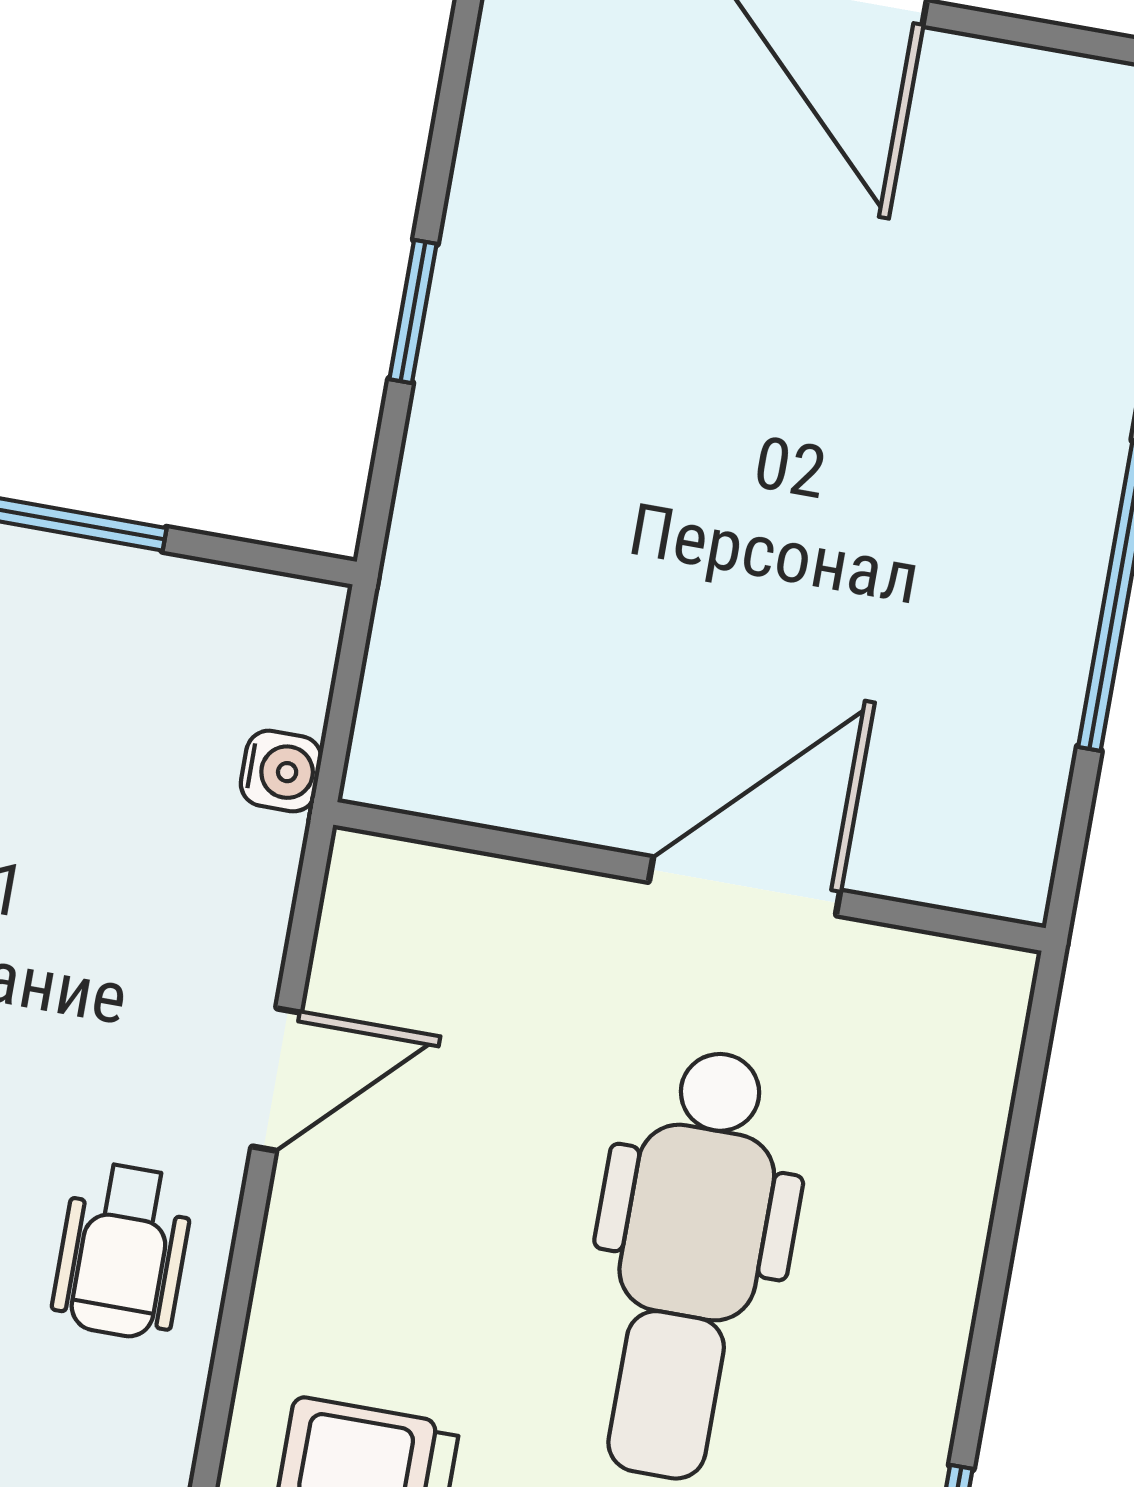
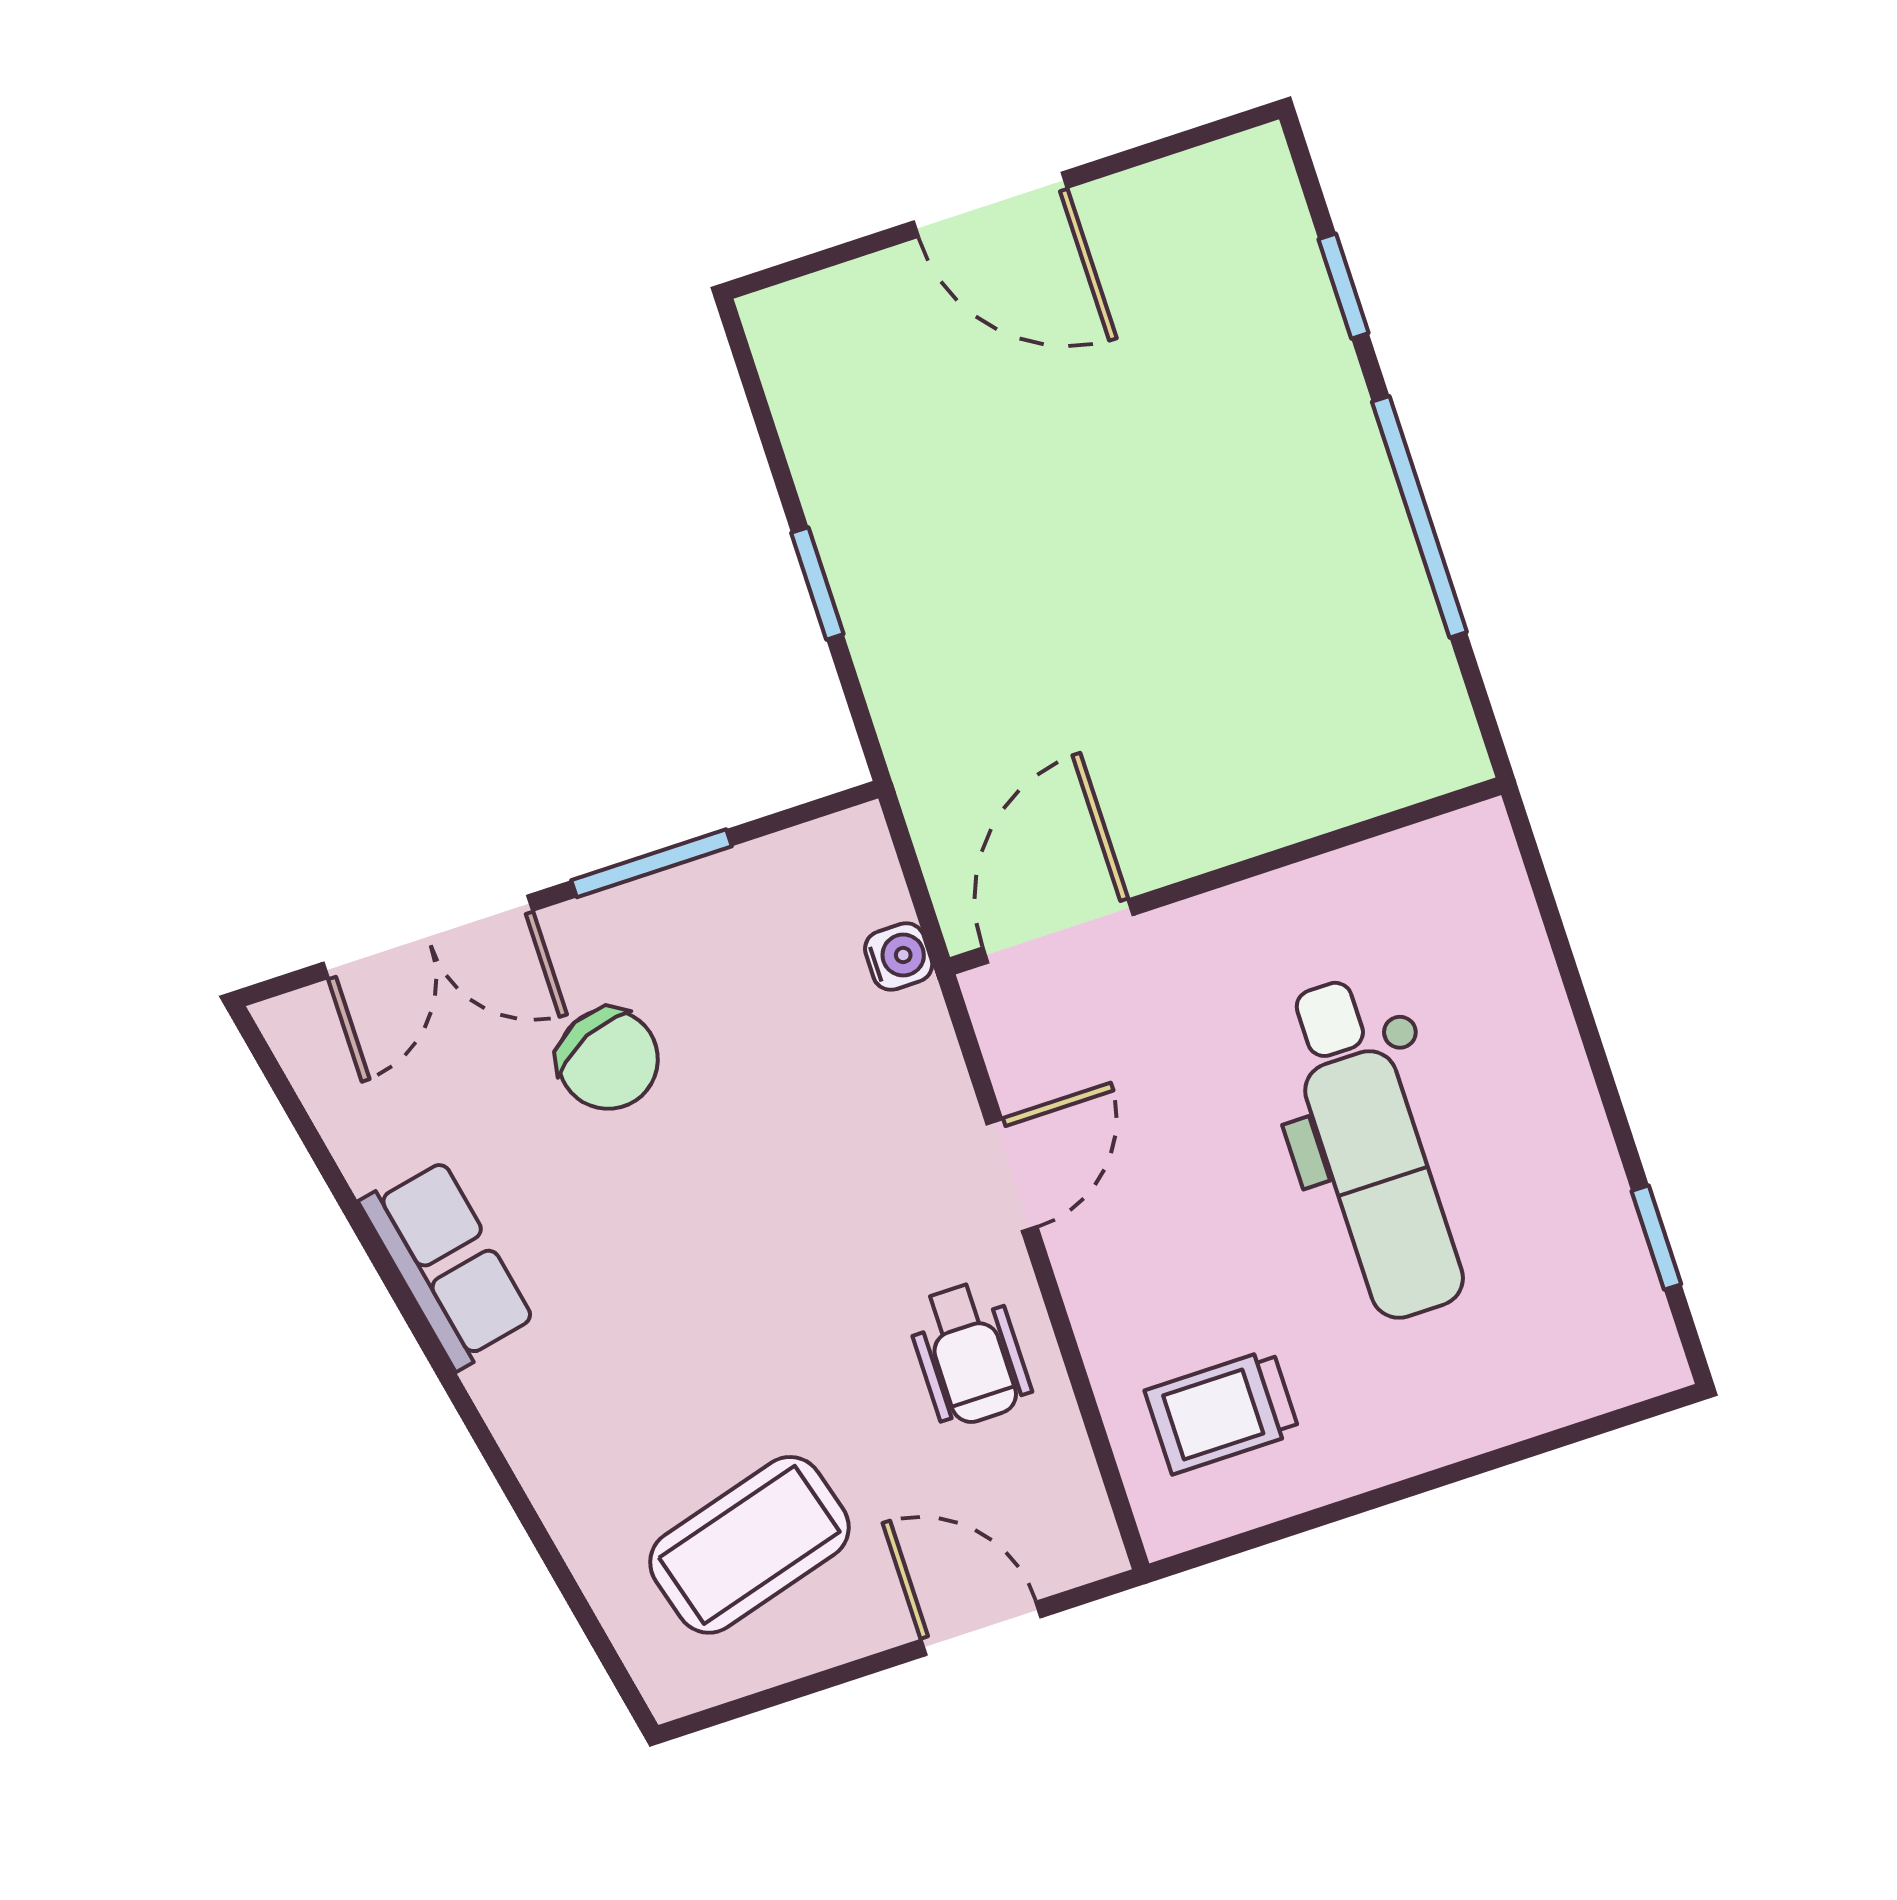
door: (745, 886) -> (1058, 931), moved

